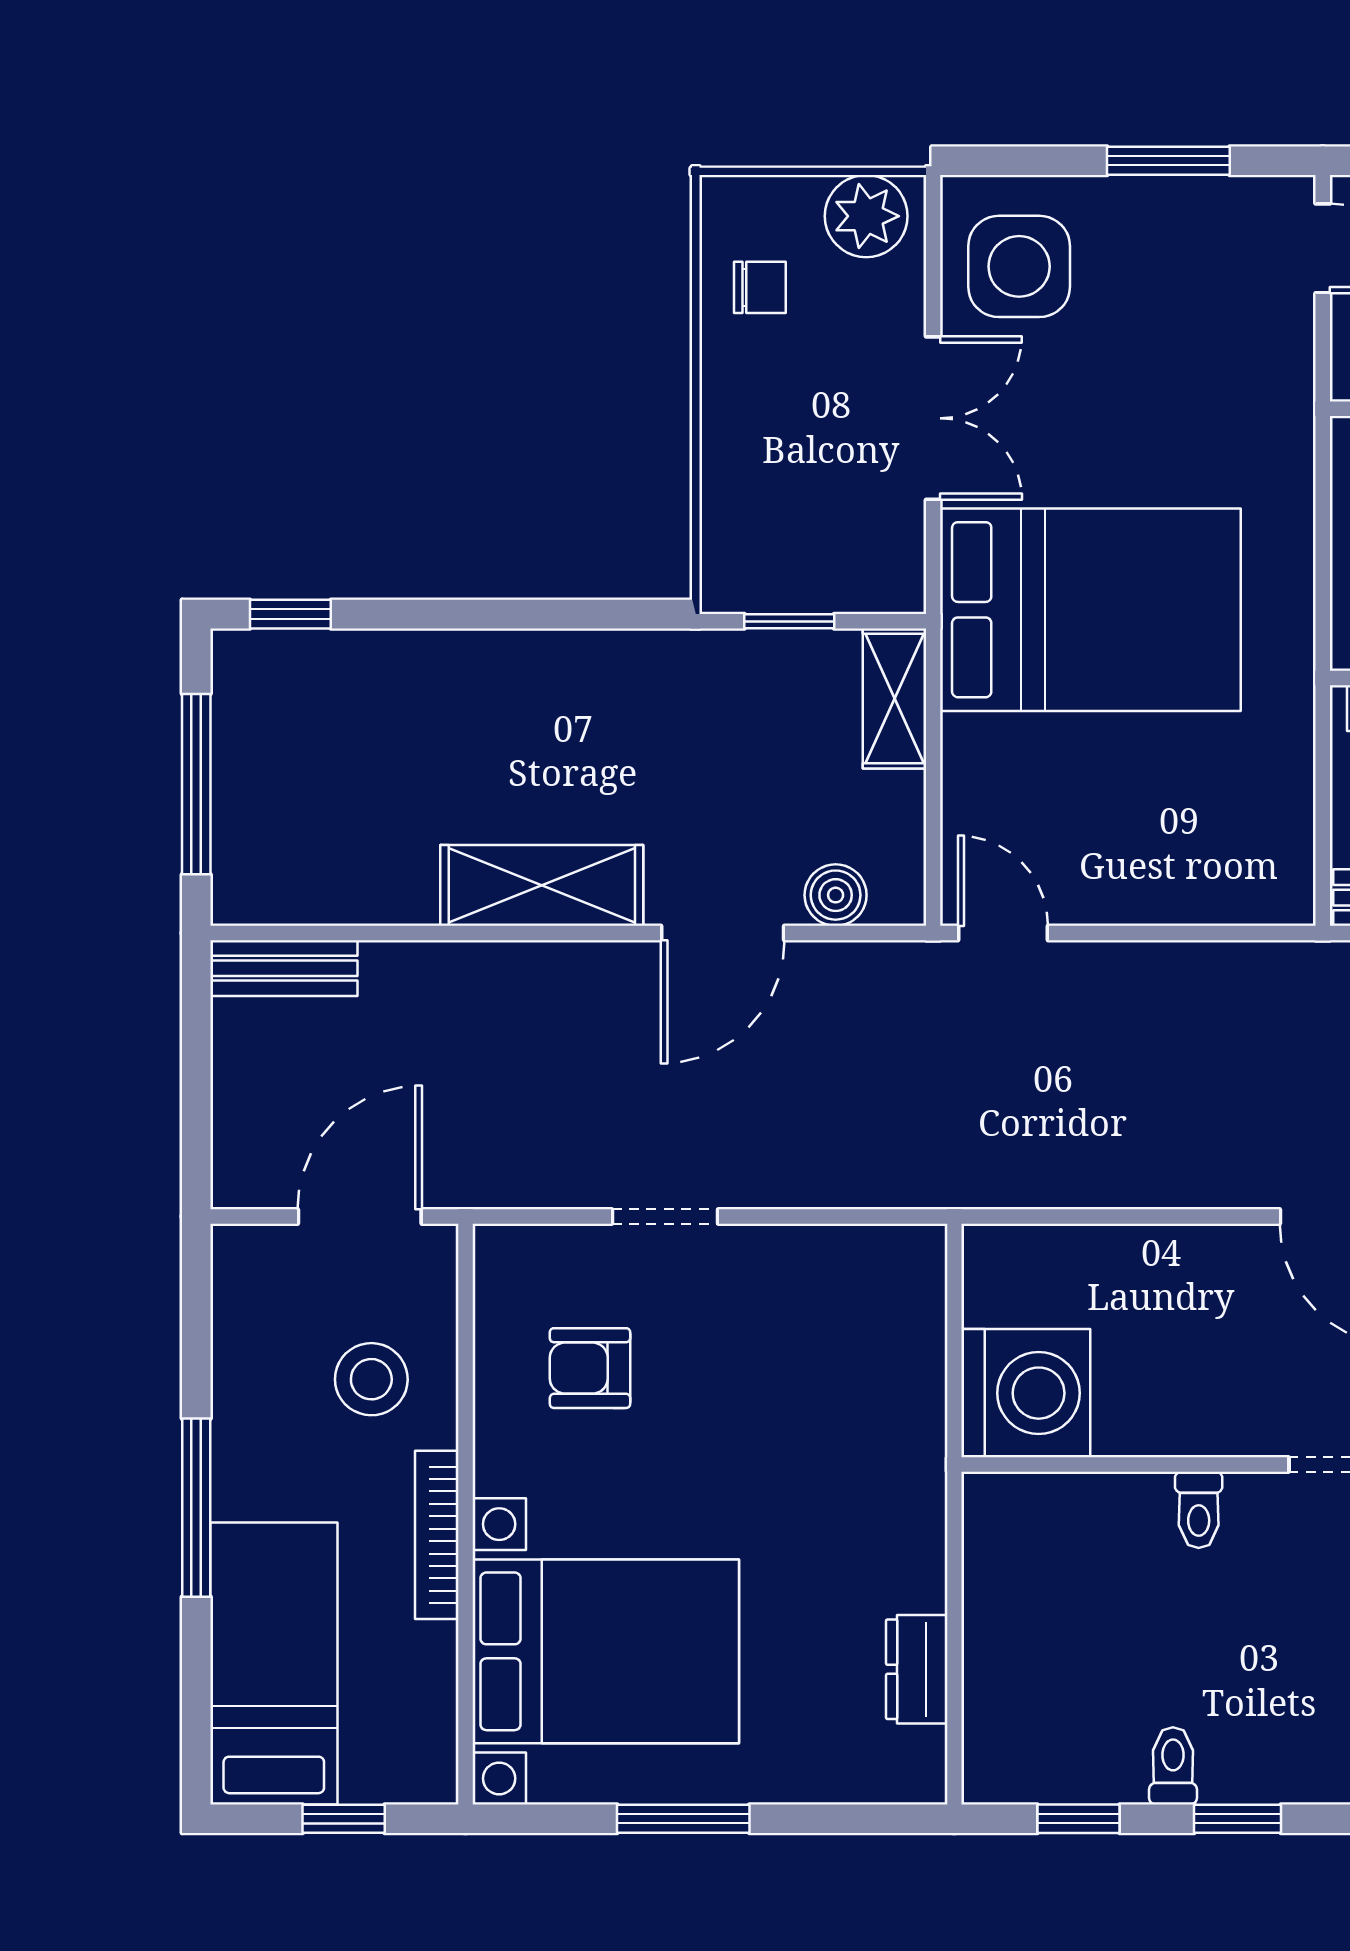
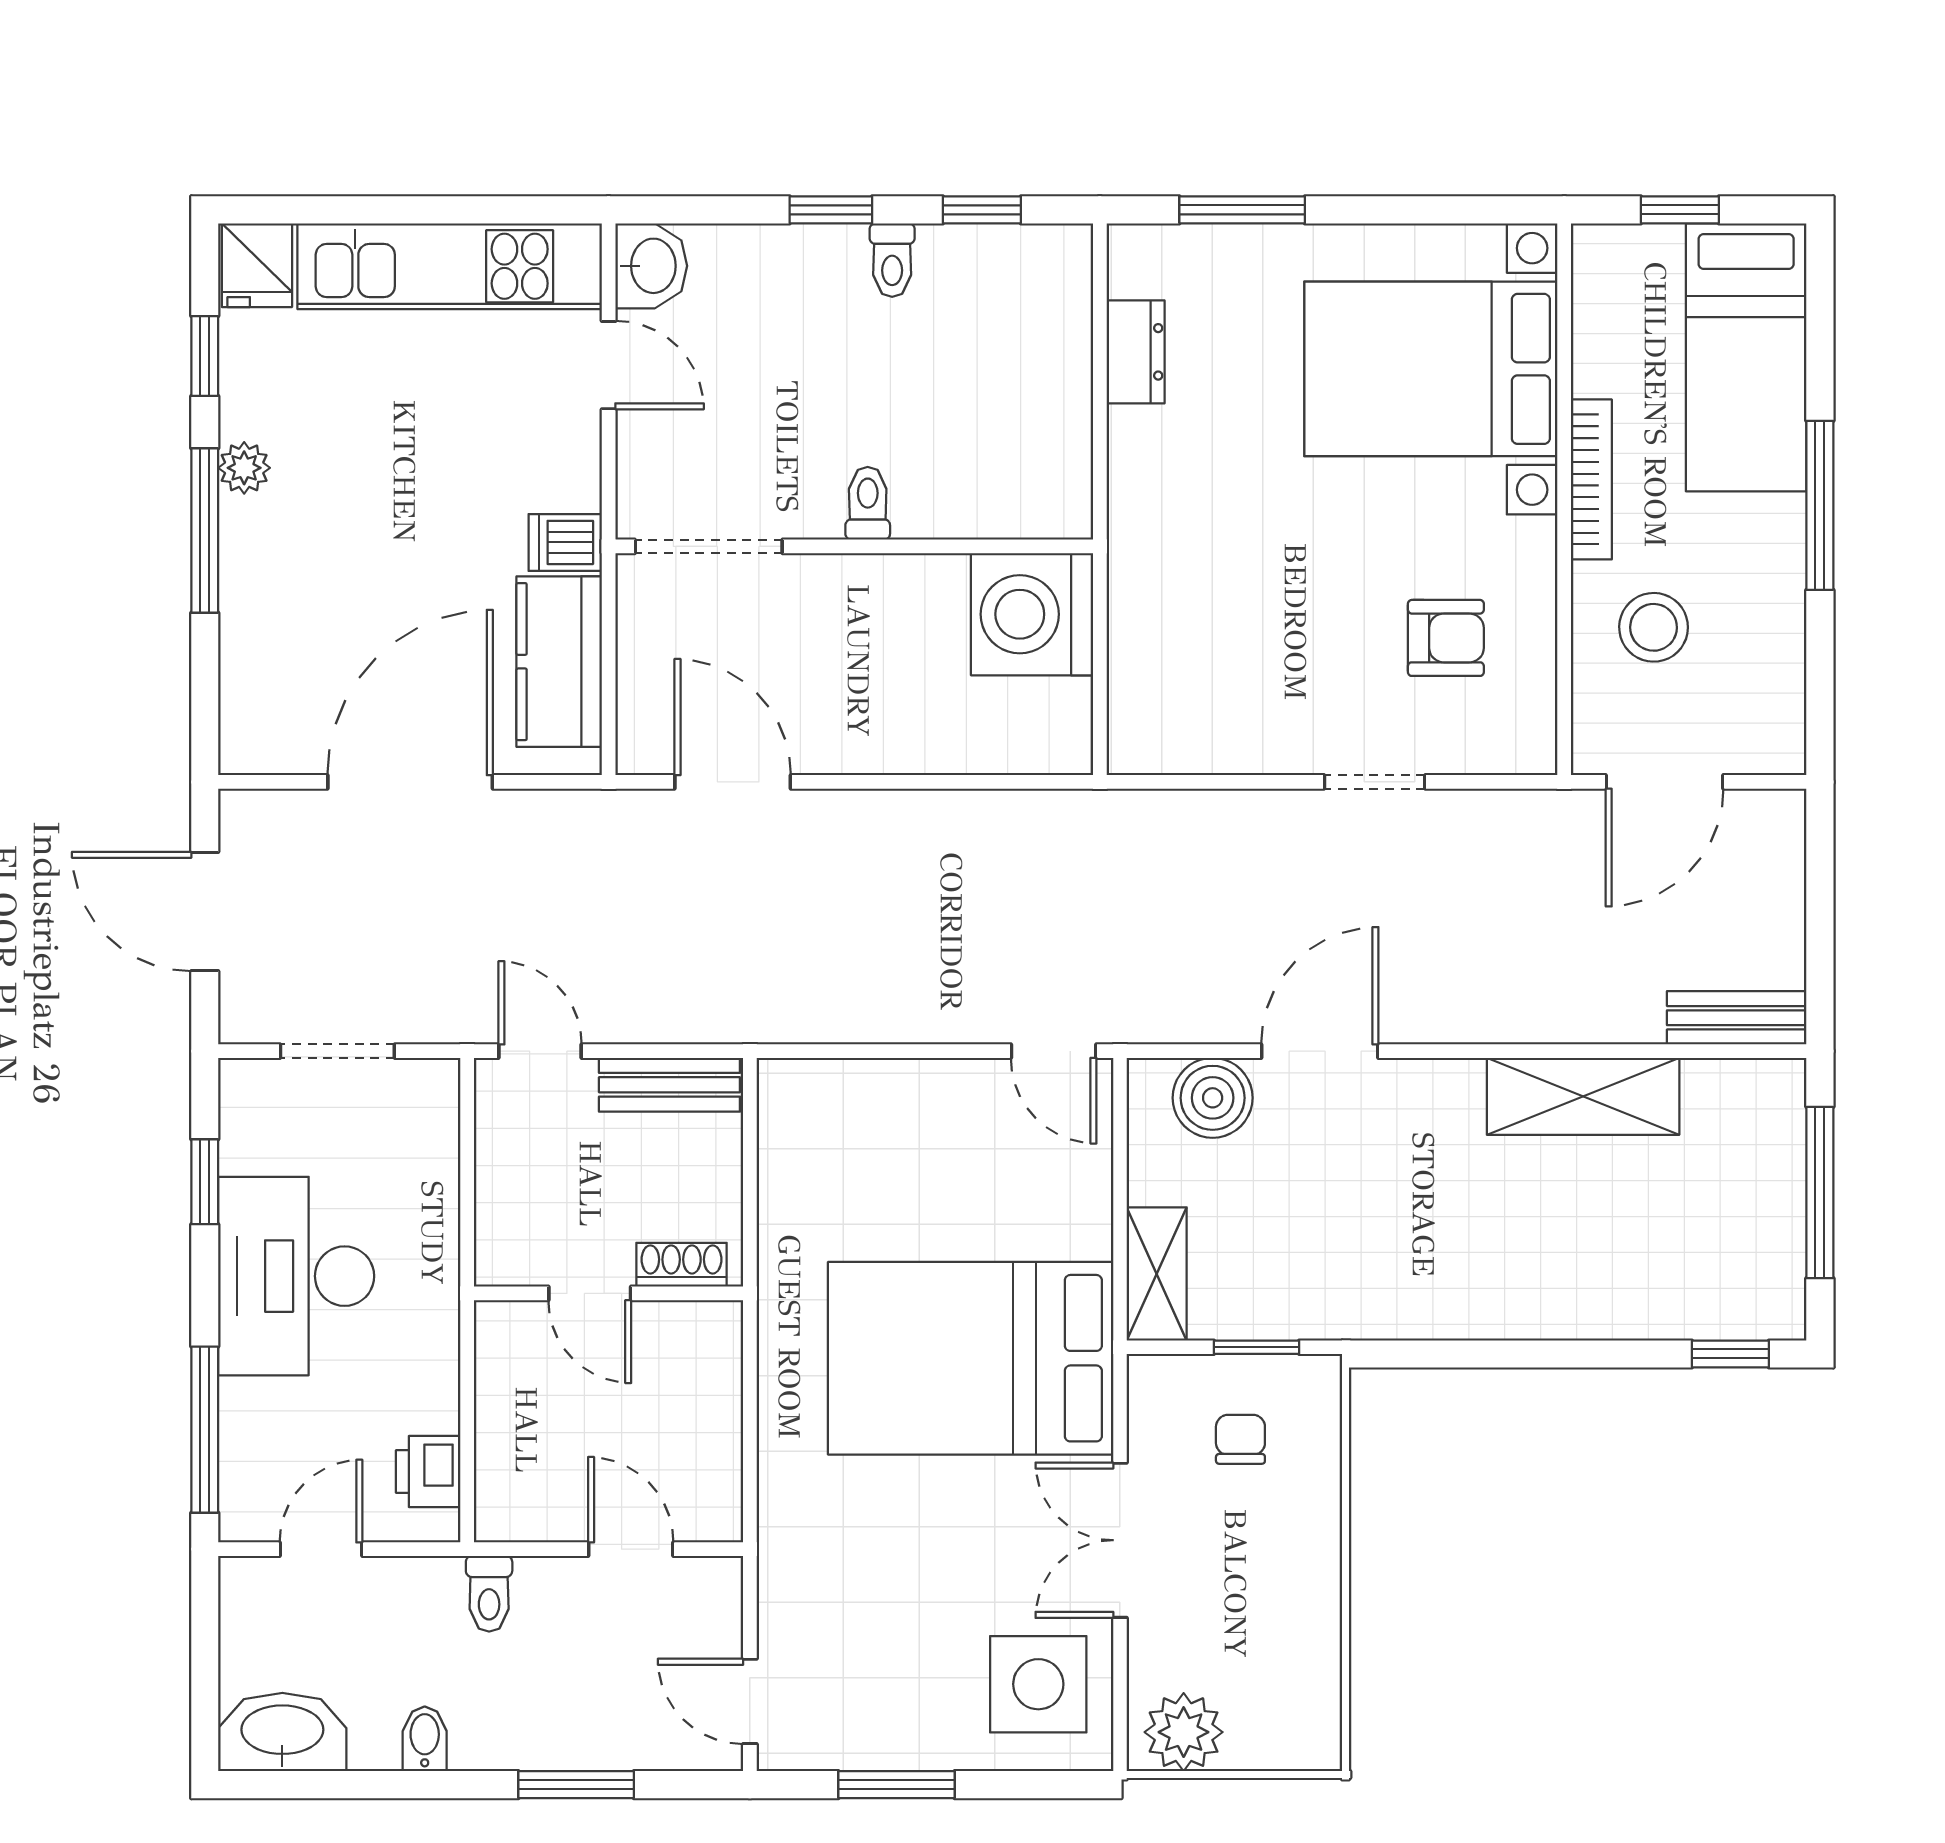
chair: (760, 287) -> (1240, 1439), moved, turned 90
shelving: (542, 885) -> (1583, 1096), moved
boiler: (836, 895) -> (1213, 1098), width x1.36, depth x1.36
window: (683, 1819) -> (1242, 210), moved

